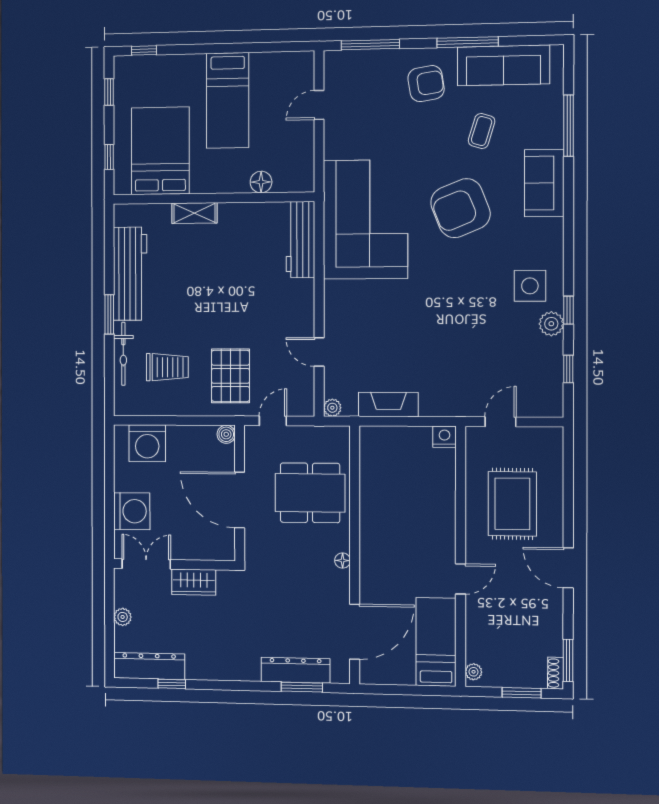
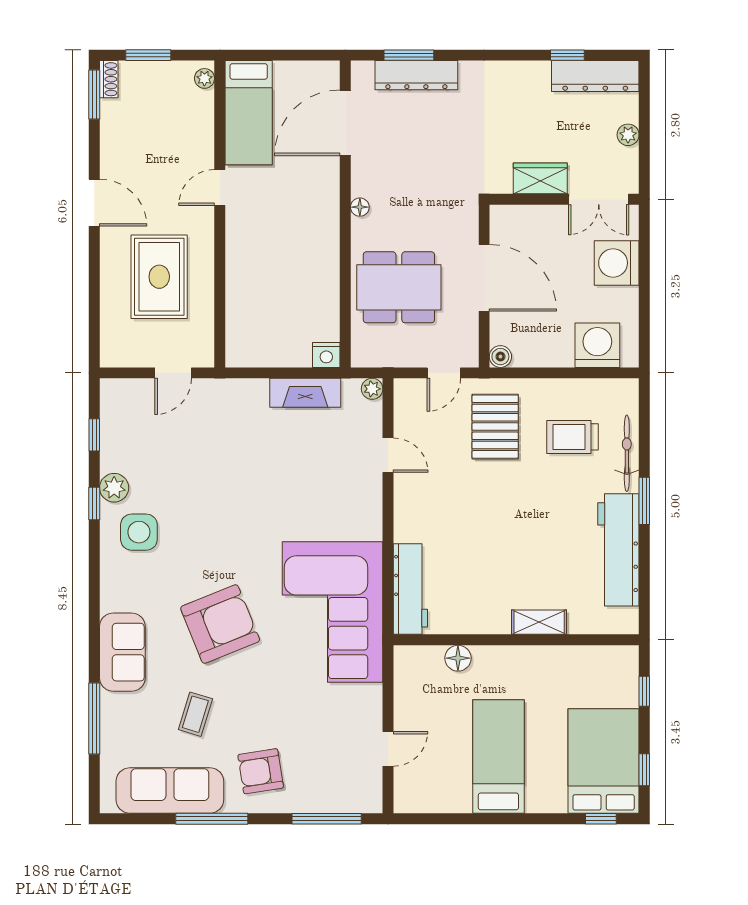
bed: (160, 151) -> (604, 761), moved, turned 180
nightstand: (444, 437) -> (326, 355), moved

